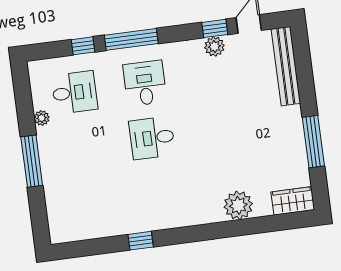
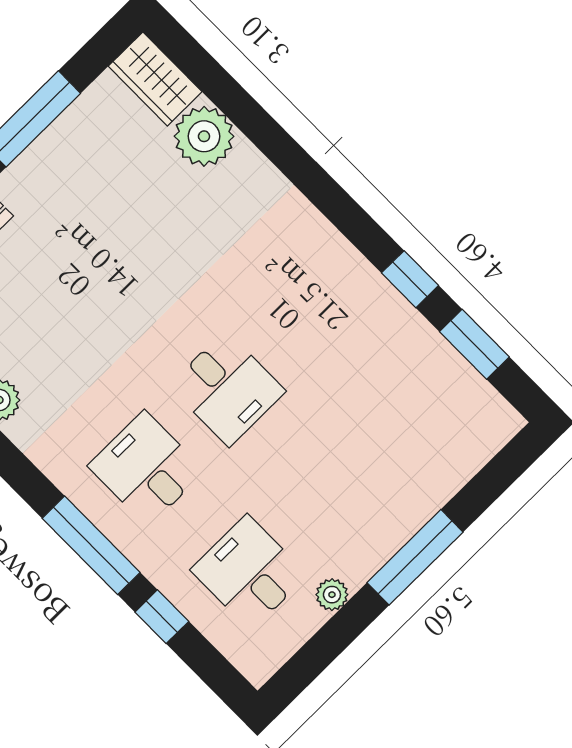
desk: (145, 83) -> (146, 469), turned 90
plant: (238, 205) -> (204, 136), moved
window: (97, 246) -> (474, 344), added

